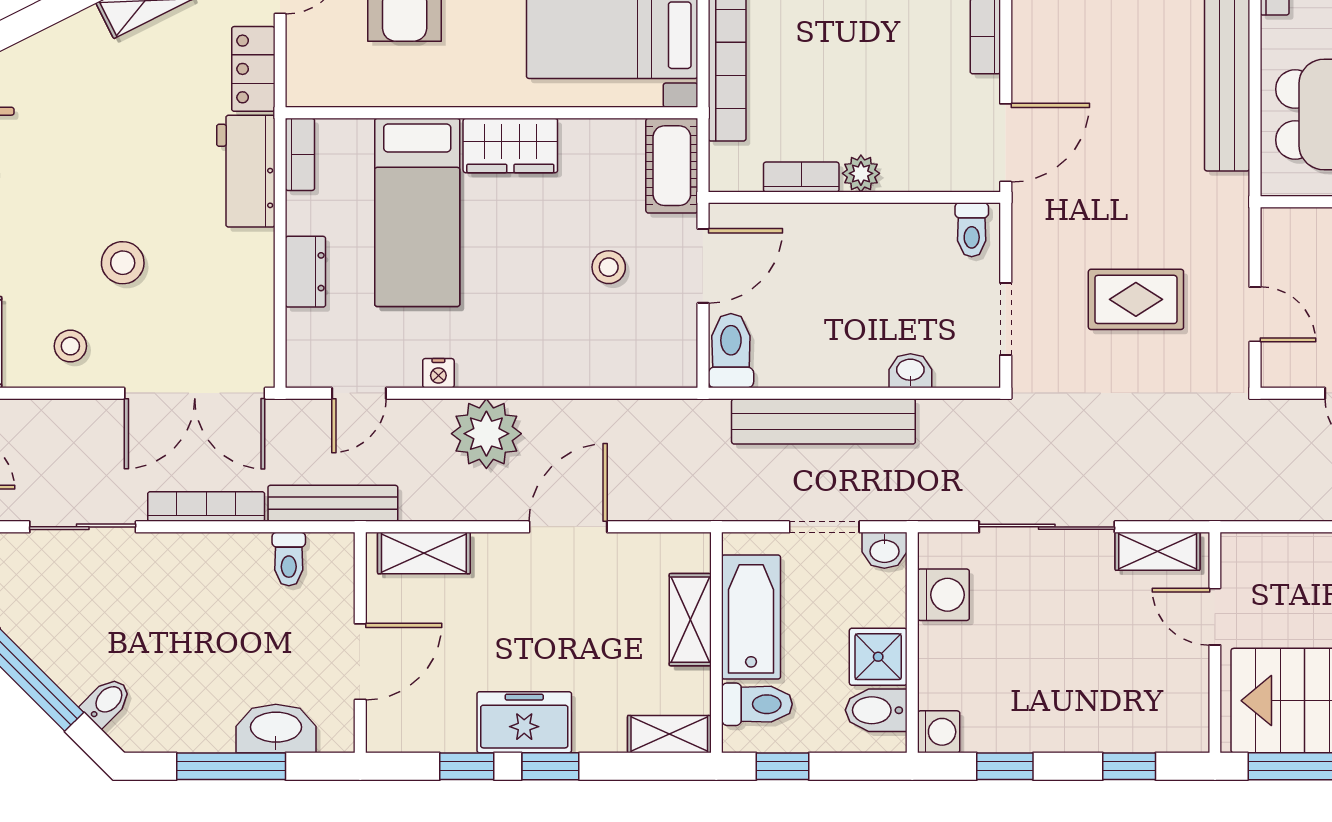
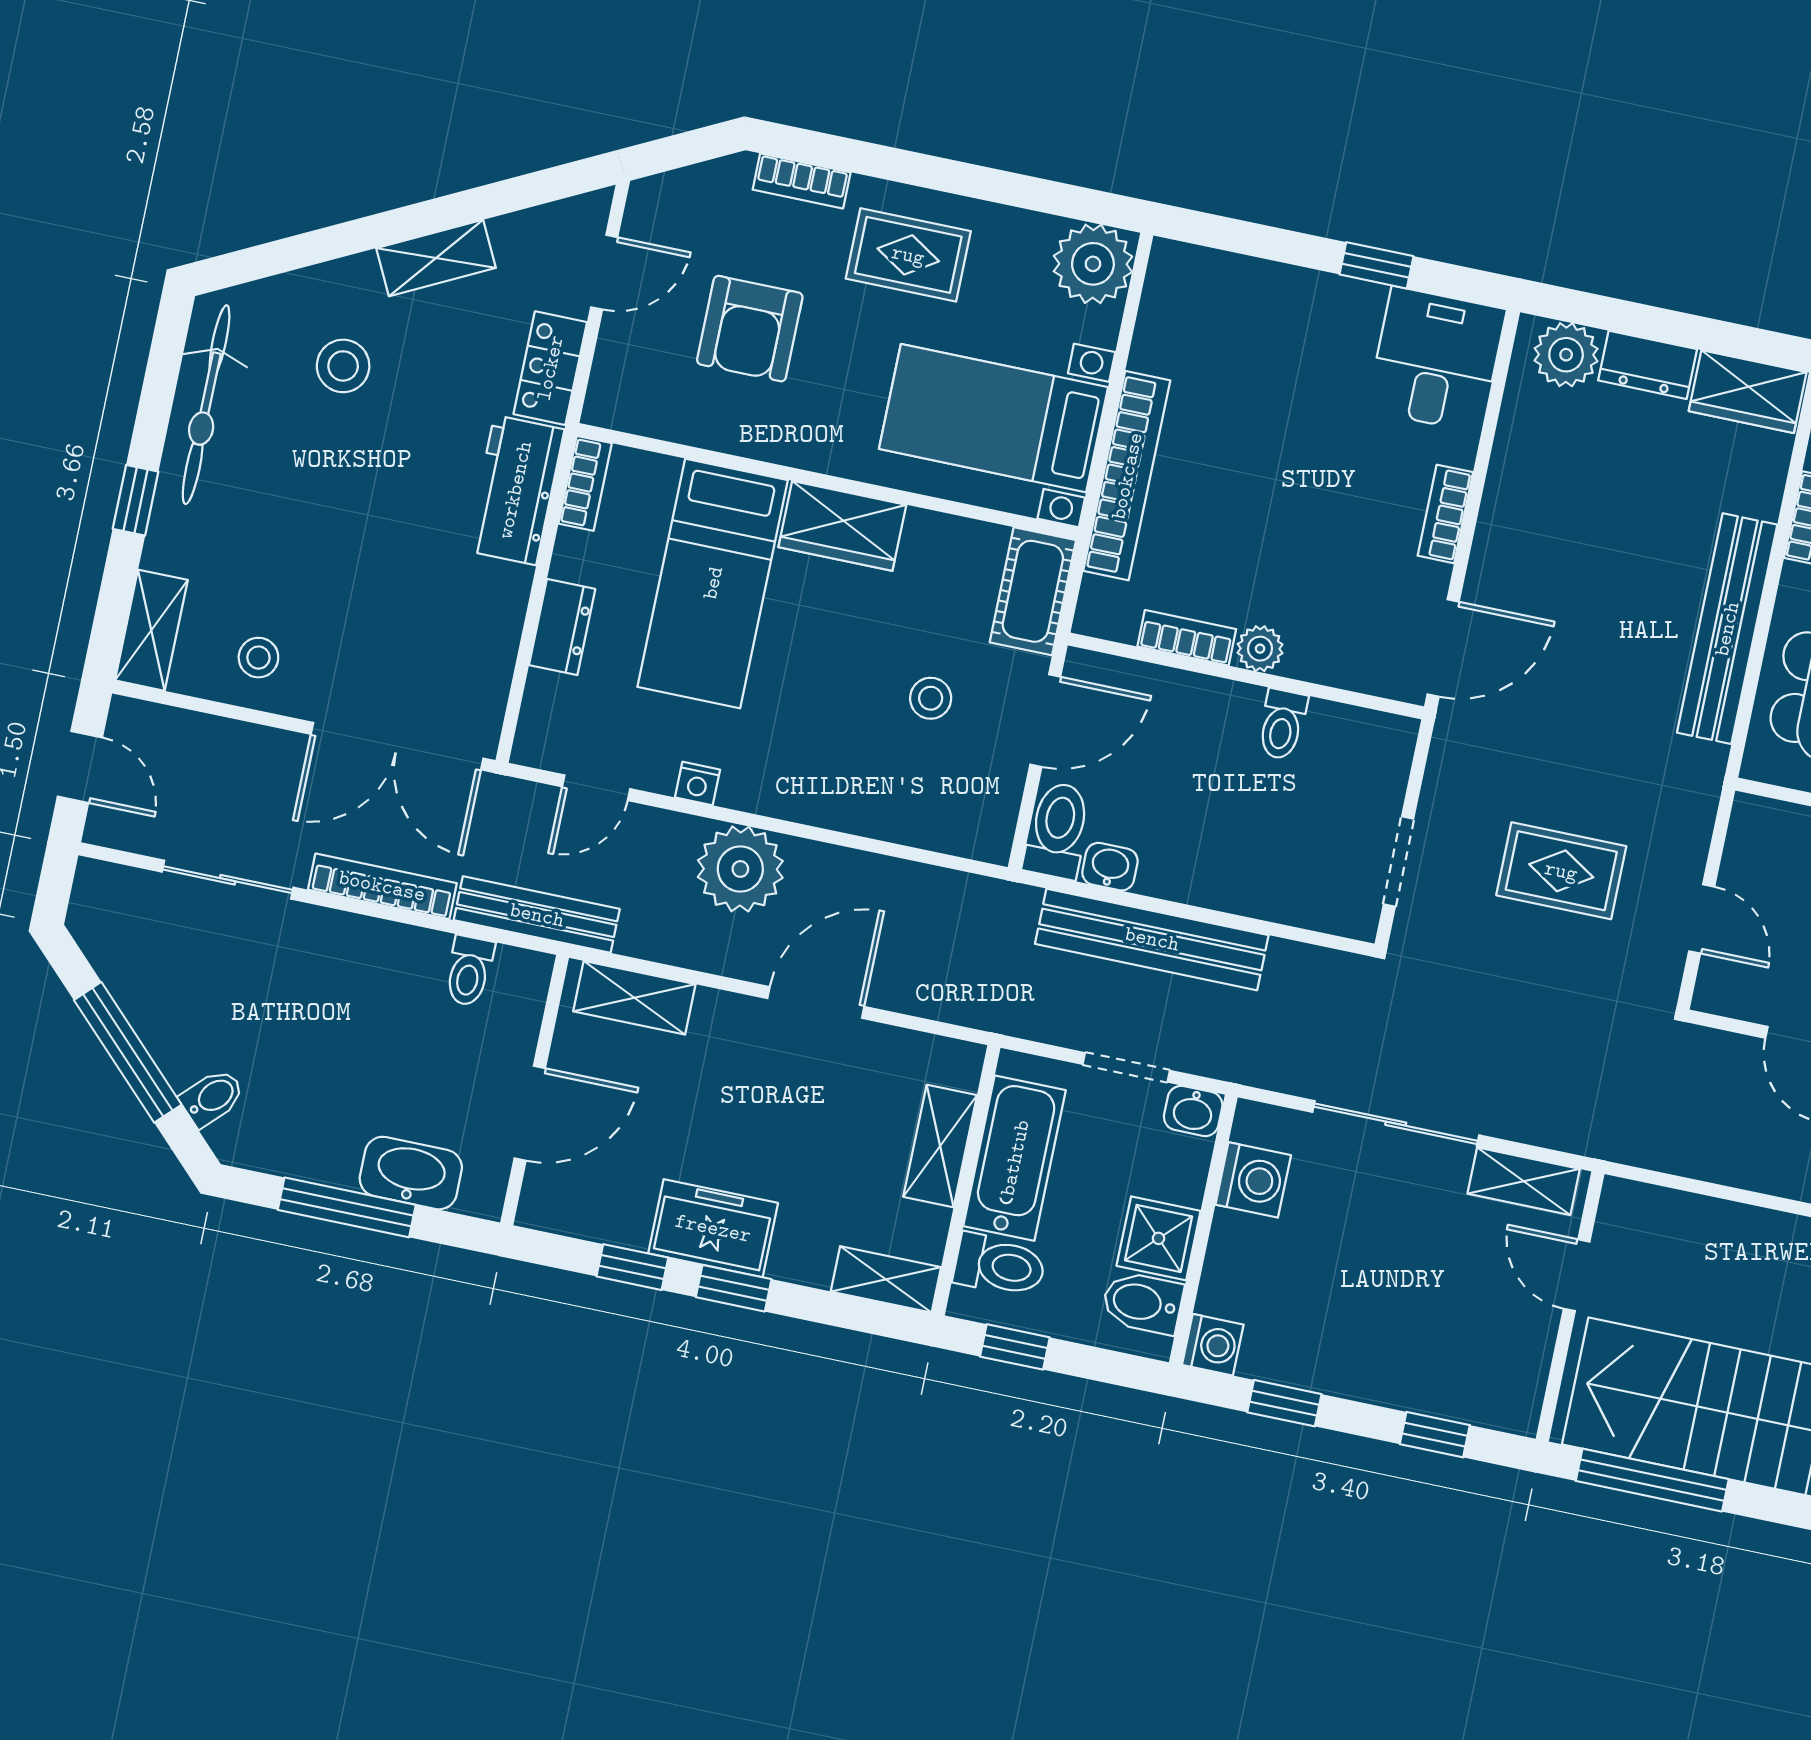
toilet: (972, 230) -> (1282, 724), moved
stool: (123, 263) -> (343, 366), moved
washbasin: (910, 371) -> (1110, 867), moved

